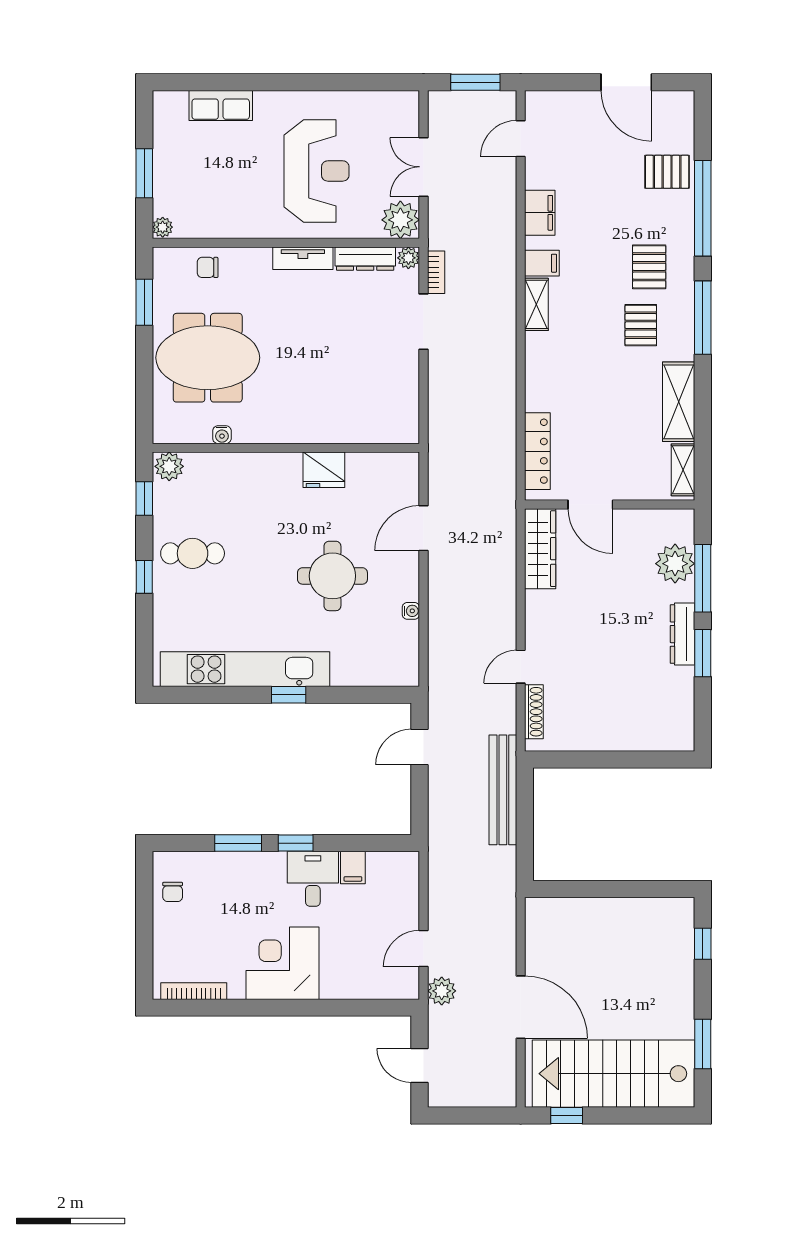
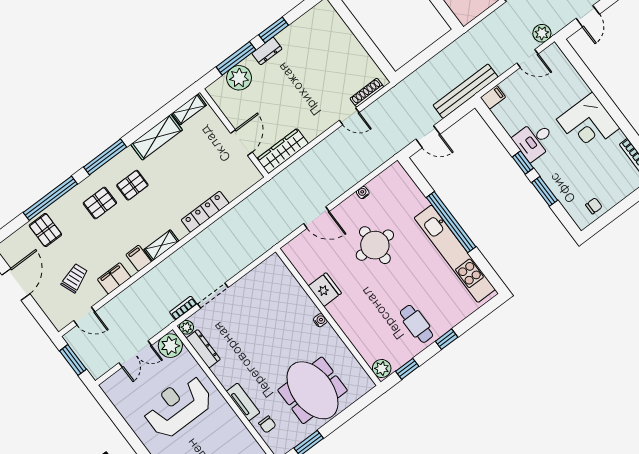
trolley: (578, 163) -> (75, 278), added
tv unit: (303, 258) -> (243, 402), moved
water cooler: (222, 435) -> (320, 320), moved
locker: (537, 451) -> (205, 212), moved
dresser: (682, 634) -> (267, 51), width x0.70
window: (289, 695) -> (451, 222), width x3.17
bench: (503, 790) -> (466, 91), moved
filing cabinet: (353, 868) -> (493, 97), moved

